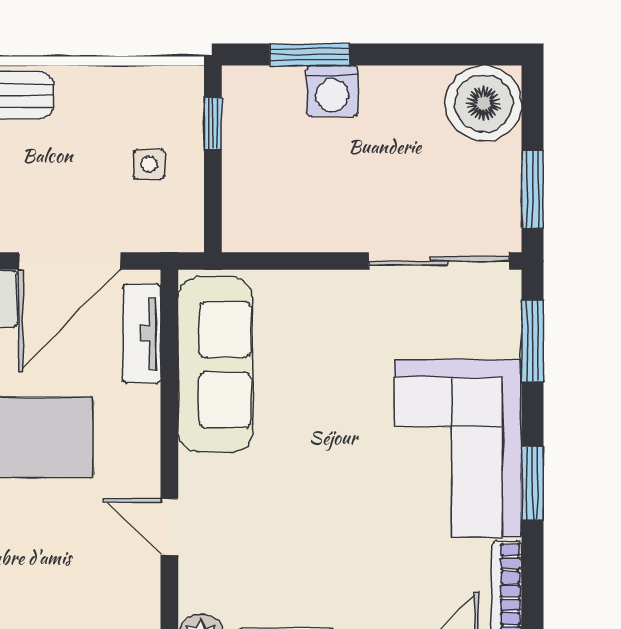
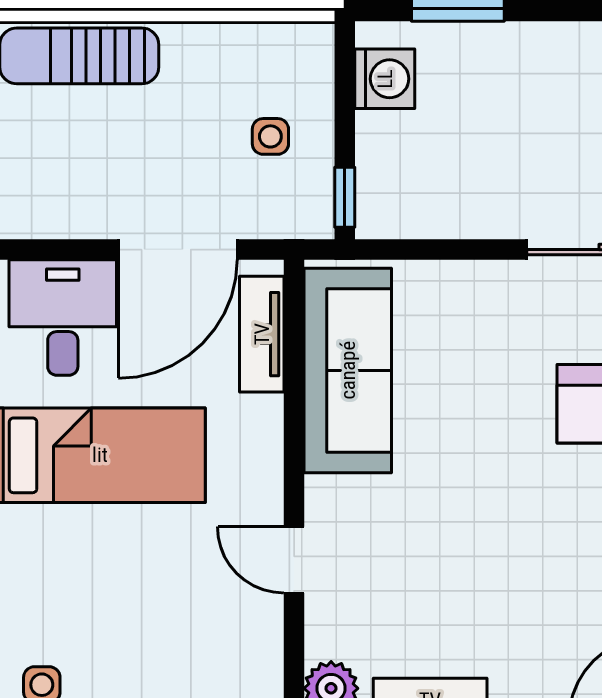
washing machine: (332, 91) -> (385, 79), moved, turned -90
window: (213, 123) -> (345, 197), moved

